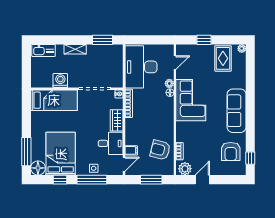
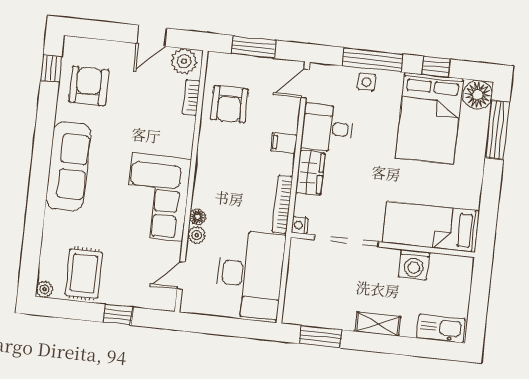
filing cabinet: (131, 150) -> (284, 143), moved
armchair: (160, 150) -> (229, 104), turned 76

